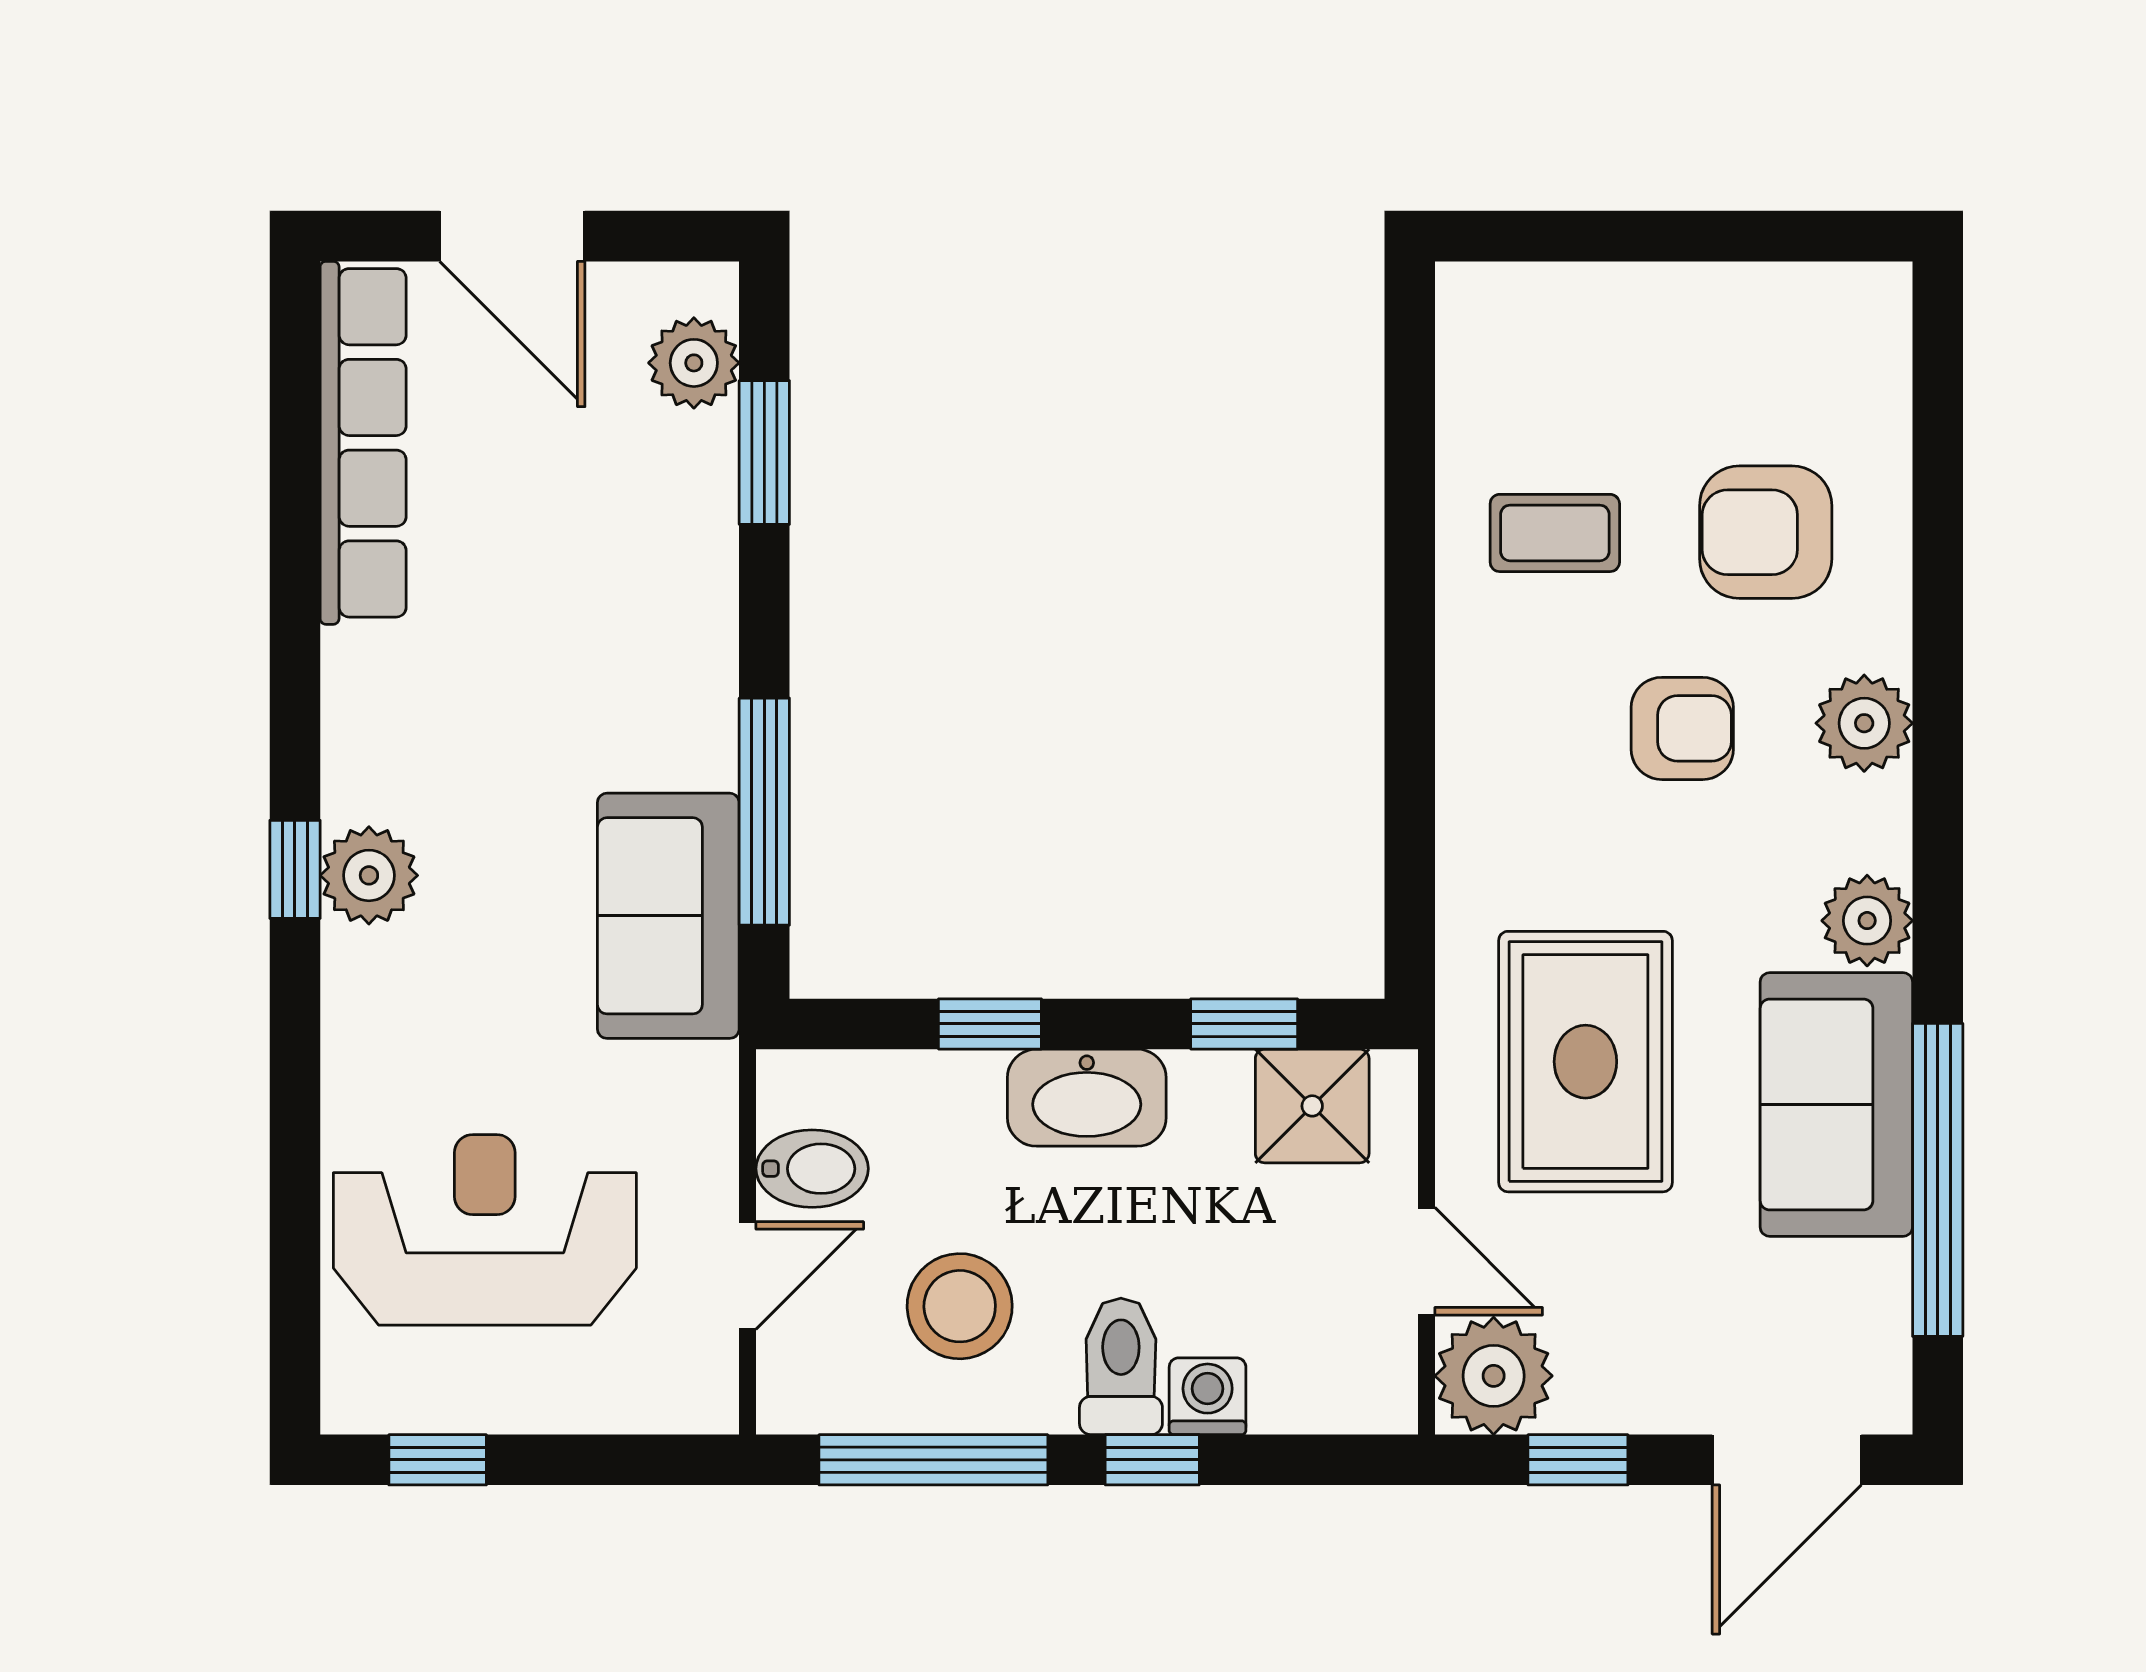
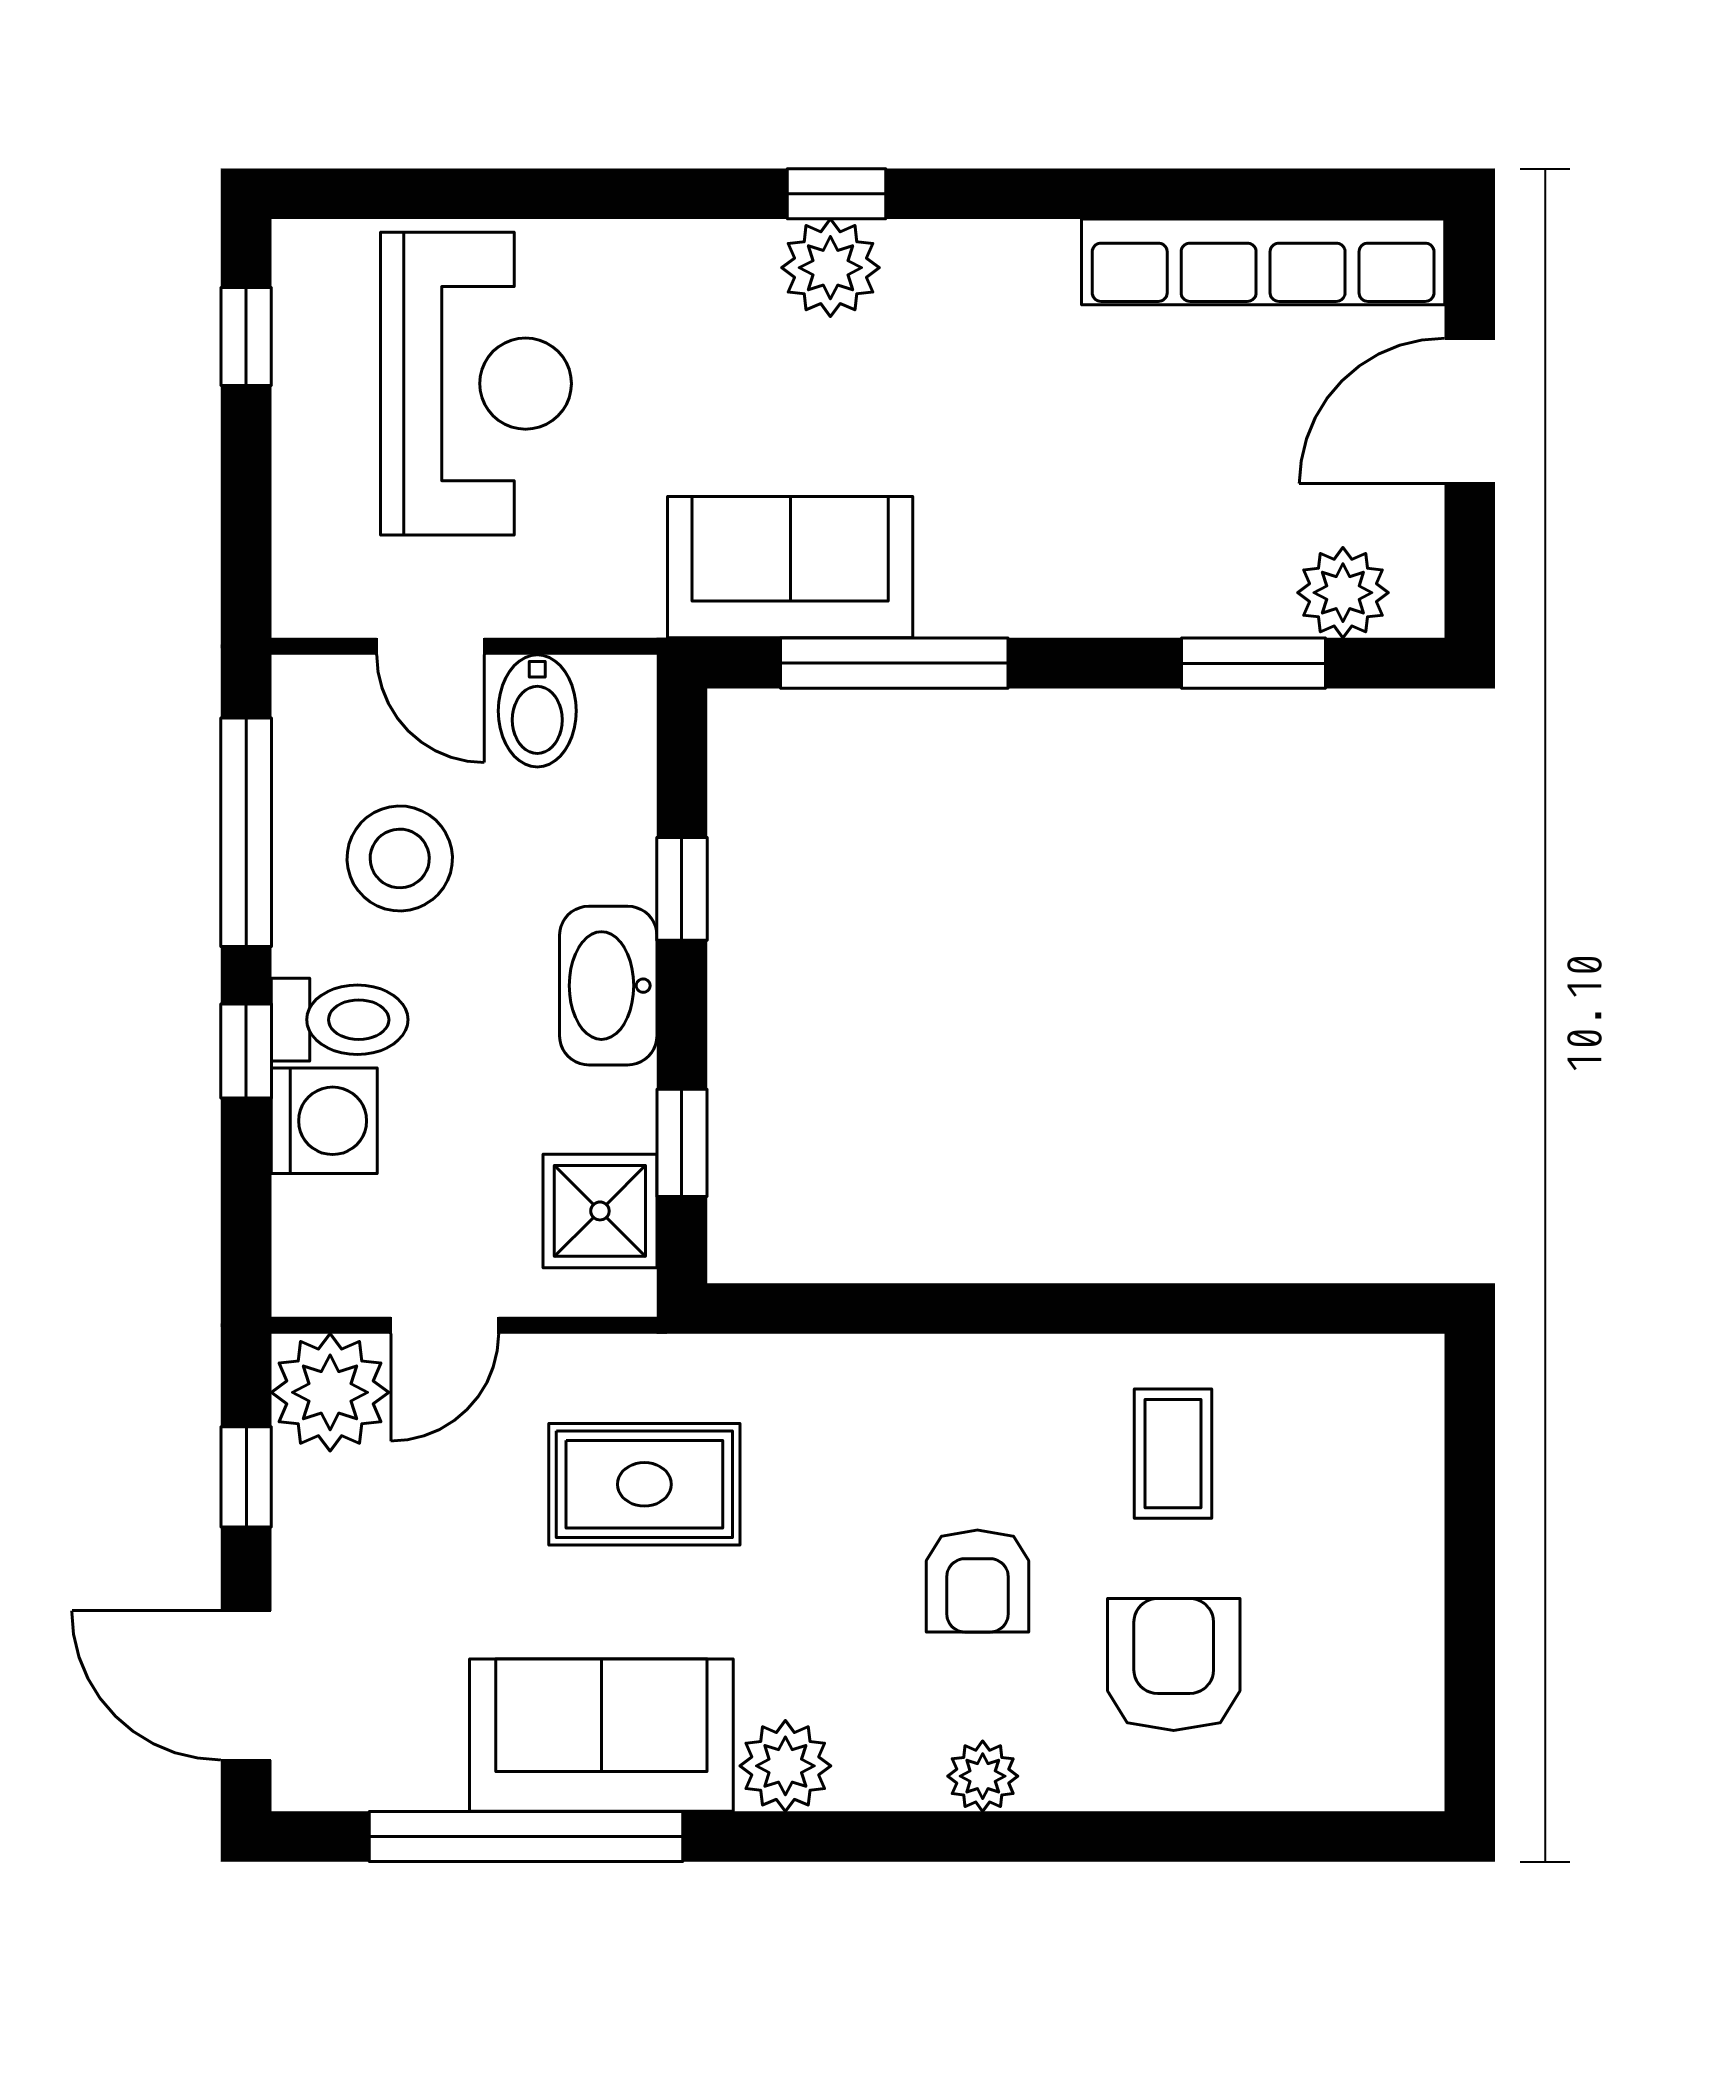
plant: (1864, 723) -> (983, 1776), width x0.73, depth x0.73
rug: (1585, 1062) -> (644, 1484), width x0.73, depth x0.70
washing machine: (1208, 1396) -> (324, 1121), width x1.38, depth x1.38

